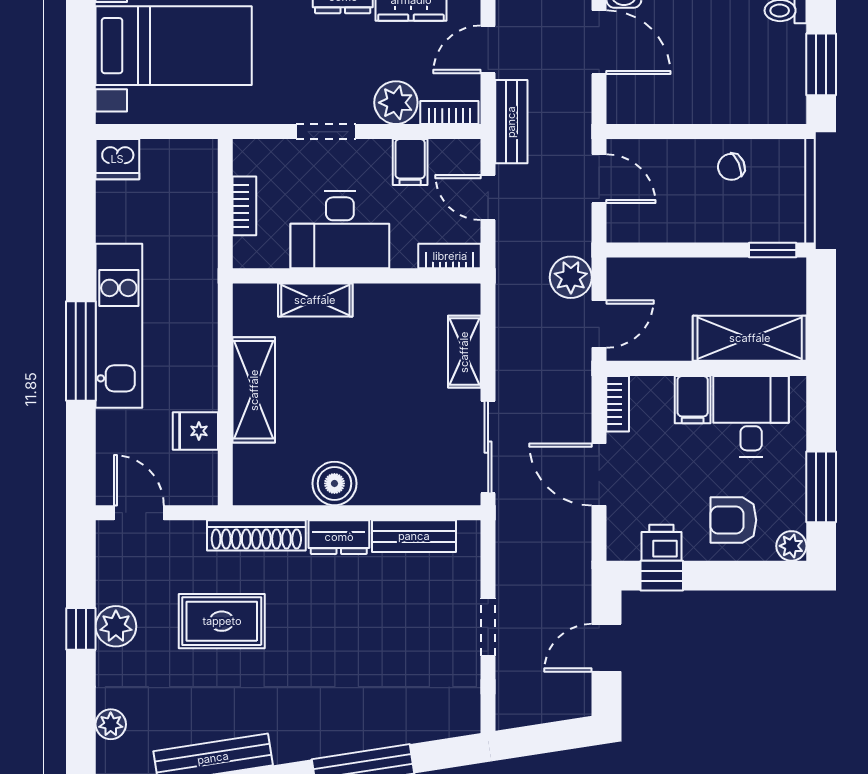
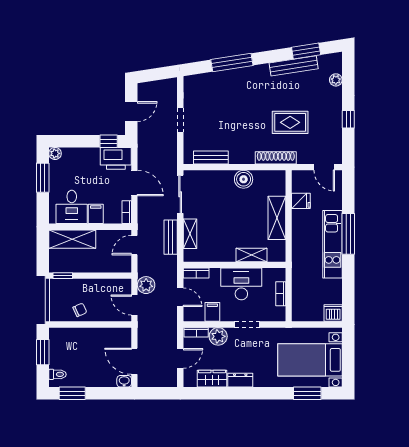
bench: (511, 122) -> (171, 237), moved
plant: (571, 277) -> (146, 285), moved
armchair: (733, 520) -> (79, 164), removed
dresser: (339, 537) -> (242, 157), removed
printer: (661, 543) -> (116, 158), width x1.87, depth x1.48
plant: (116, 626) -> (334, 120), removed

